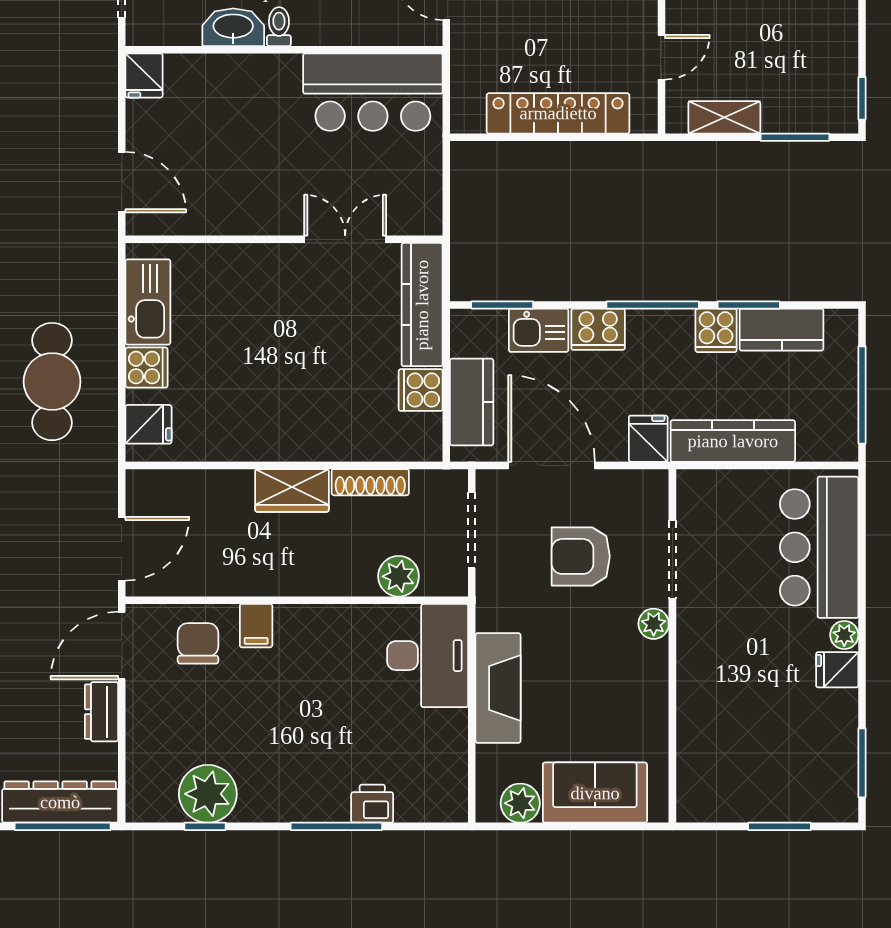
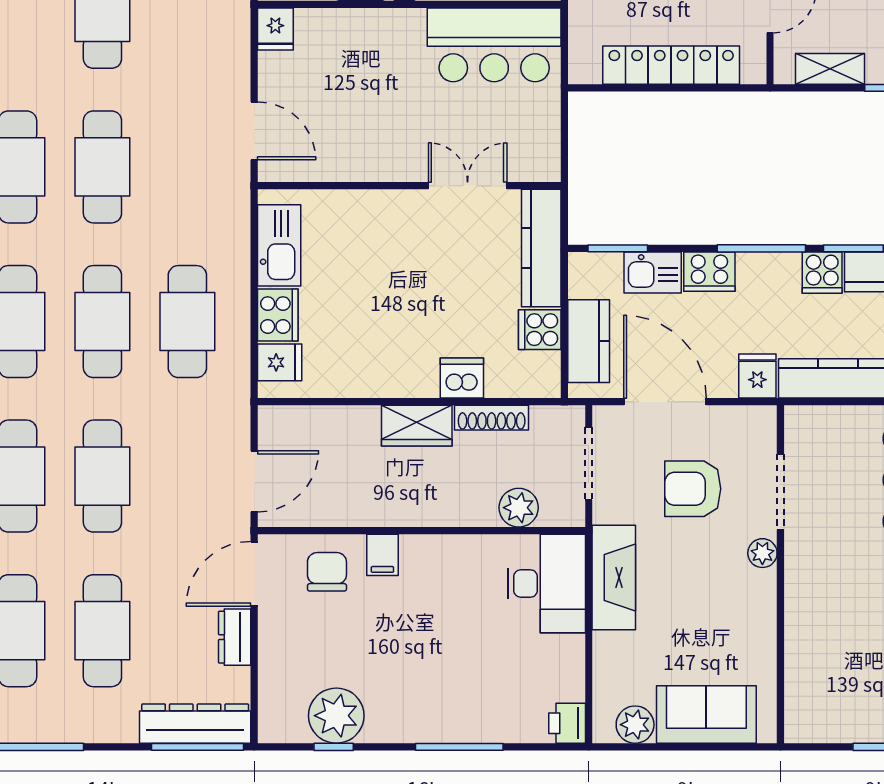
cooker: (147, 367) -> (278, 315), width x1.36
dishwasher: (339, 441) -> (462, 378), added
fireplace: (498, 688) -> (614, 578), moved
printer: (372, 804) -> (567, 723), moved, turned -90

